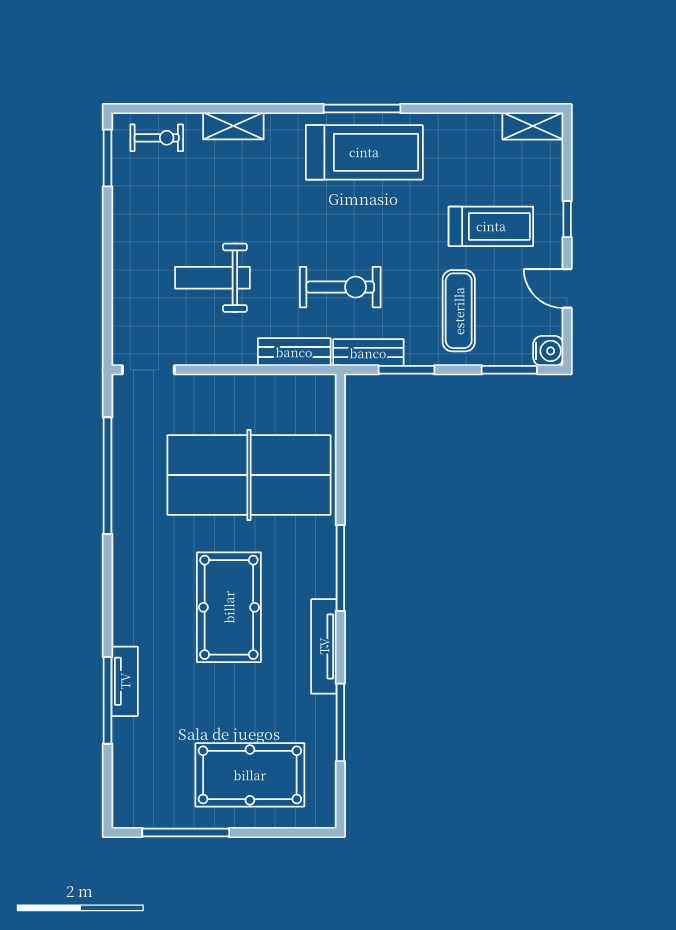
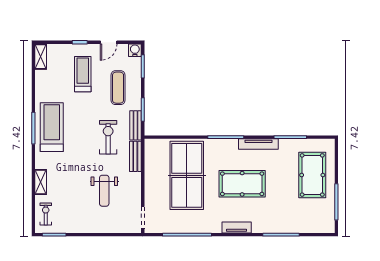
exercise mat: (459, 311) -> (118, 88), turned 90
tv unit: (125, 681) -> (237, 227), moved

